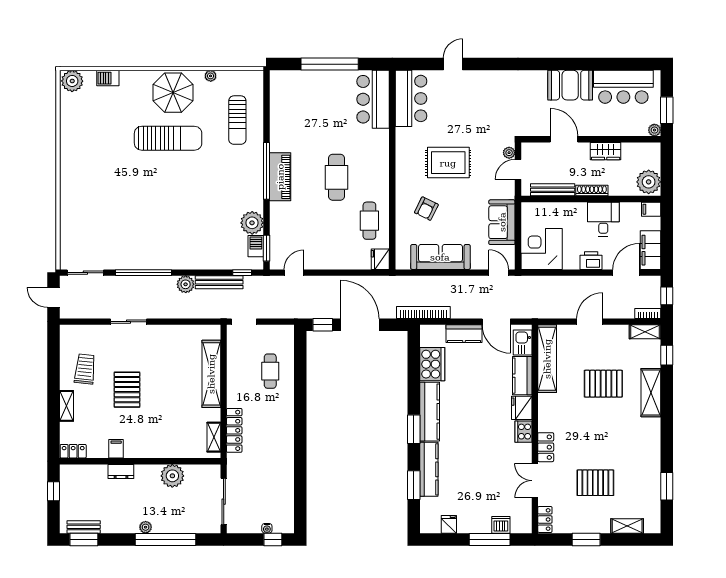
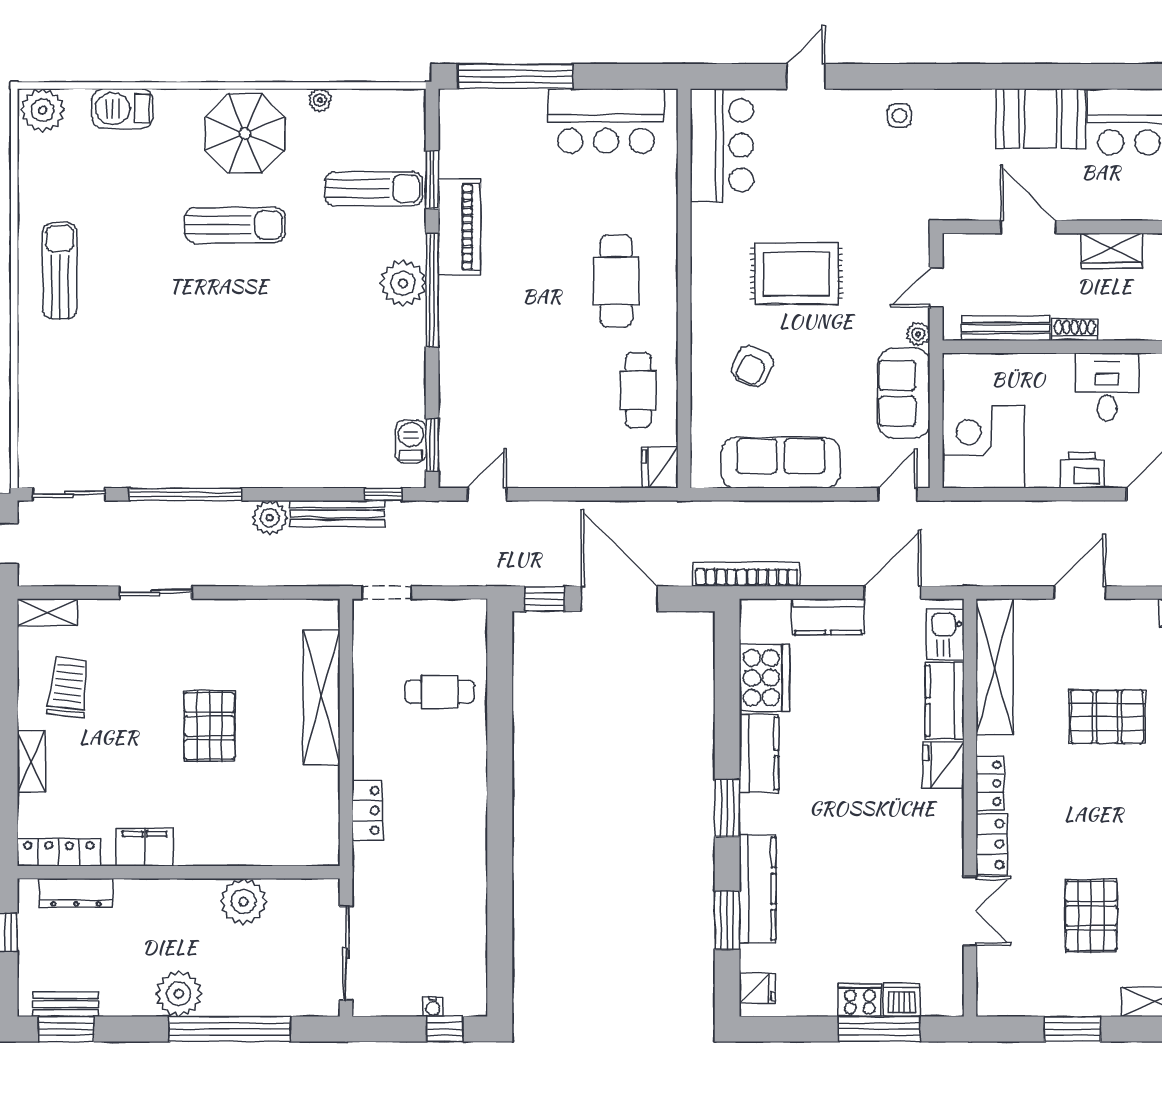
window: (330, 64) -> (515, 76), moved
barbecue: (108, 78) -> (122, 109), width x1.38, depth x1.27
side table: (500, 84) -> (899, 116), added
bar counter: (373, 99) -> (606, 121), moved, turned -90
window: (267, 116) -> (432, 180), added
sun lounger: (237, 120) -> (374, 189), turned -90
sun lounger: (168, 138) -> (235, 225), width x0.73, depth x0.75
plant: (509, 153) -> (918, 334), moved
sun lounger: (81, 161) -> (60, 271), added
piano: (280, 177) -> (459, 227), moved
cafe table: (337, 177) -> (616, 281), moved
shoe rack: (592, 191) -> (1075, 330), width x0.70
plant: (252, 223) -> (403, 283), moved
door: (499, 273) -> (898, 494), hinge flipped
door: (496, 322) -> (893, 593), swing flipped
cafe table: (270, 371) -> (440, 692), turned 90
pallet: (127, 390) -> (209, 726), moved
kitchen counter: (430, 412) -> (759, 753), width x0.67
locker: (234, 430) -> (367, 810), width x0.66
cooker: (524, 432) -> (860, 1000), moved, turned 90
shelving: (214, 437) -> (47, 612), moved, turned 90
filing cabinet: (116, 449) -> (145, 847), width x2.00
locker: (73, 451) -> (59, 852), width x1.53
dresser: (121, 471) -> (76, 893), moved, width x1.44
double door: (535, 481) -> (970, 911), swing flipped
pallet: (595, 483) -> (1091, 916), turned 90
locker: (545, 519) -> (990, 783), moved
fridge: (449, 524) -> (757, 988), moved, turned 90
plant: (146, 527) -> (179, 994), width x1.87, depth x1.87

